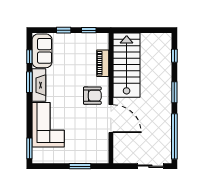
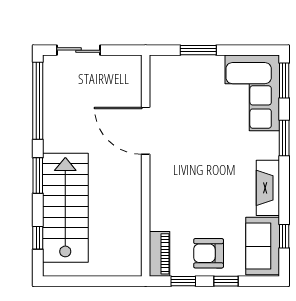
piano: (103, 63) -> (160, 254), moved
stairs: (127, 65) -> (65, 208), moved, turned 180
window: (29, 82) -> (284, 138), moved
armchair: (92, 96) -> (209, 253), moved
corner sofa: (48, 125) -> (252, 93), moved

